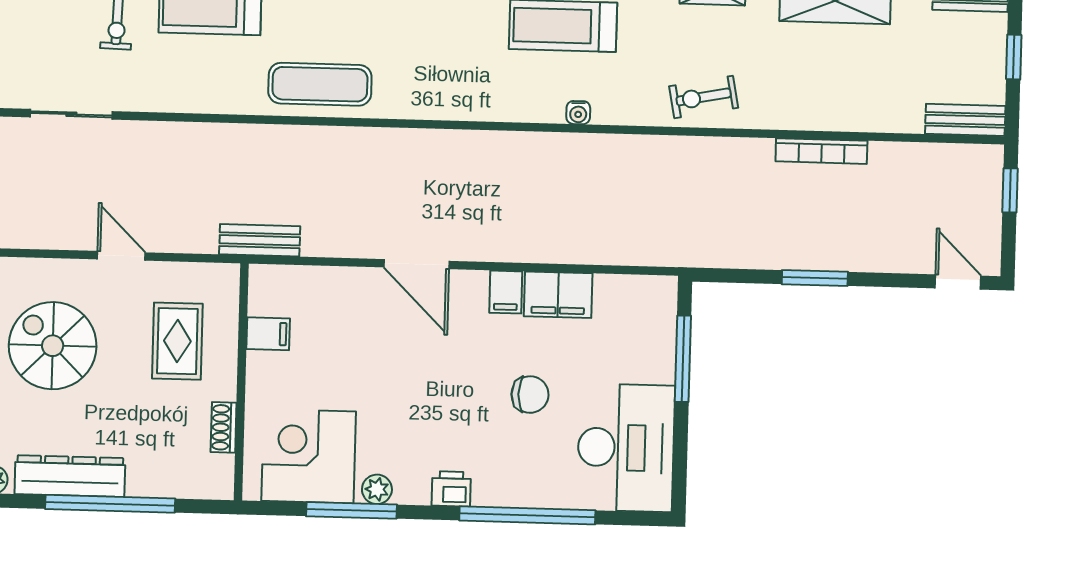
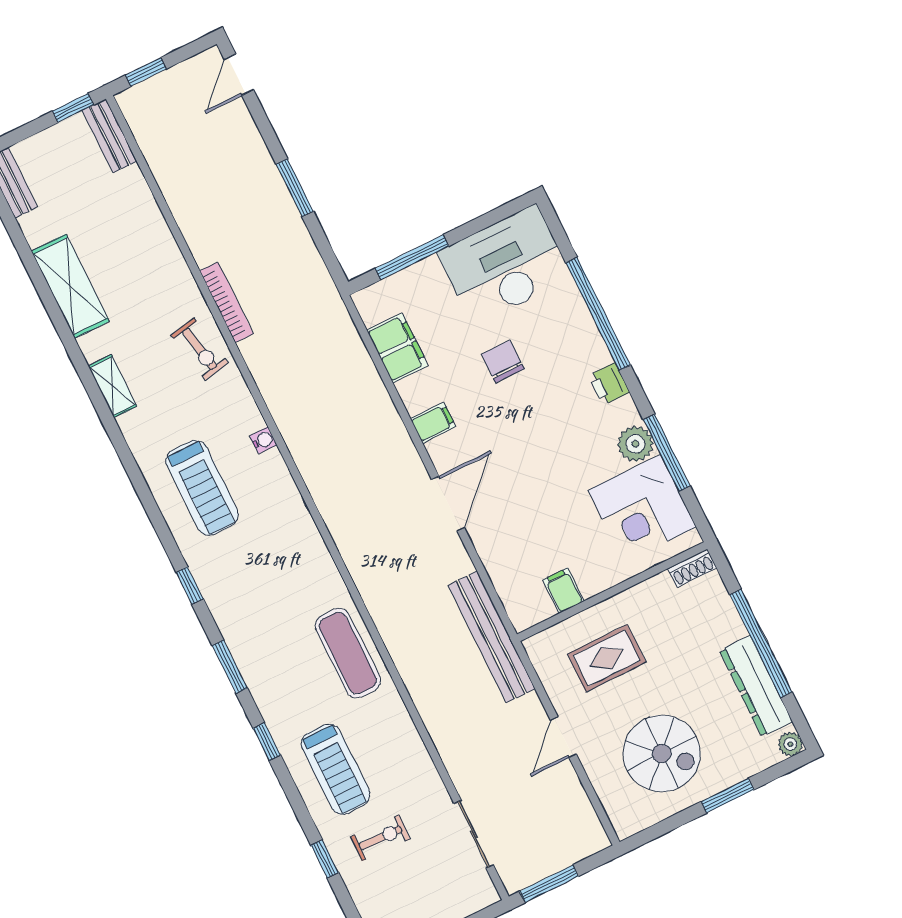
window: (1014, 57) -> (73, 108), moved
bookcase: (821, 151) -> (226, 302), moved
bench: (260, 240) -> (492, 637), width x1.86, depth x1.21
filing cabinet: (558, 295) -> (397, 348), moved
spiral stairs: (53, 346) -> (662, 753), turned -90
shoe rack: (224, 427) -> (692, 568), moved
plant: (377, 489) -> (635, 444), width x1.38, depth x1.38

